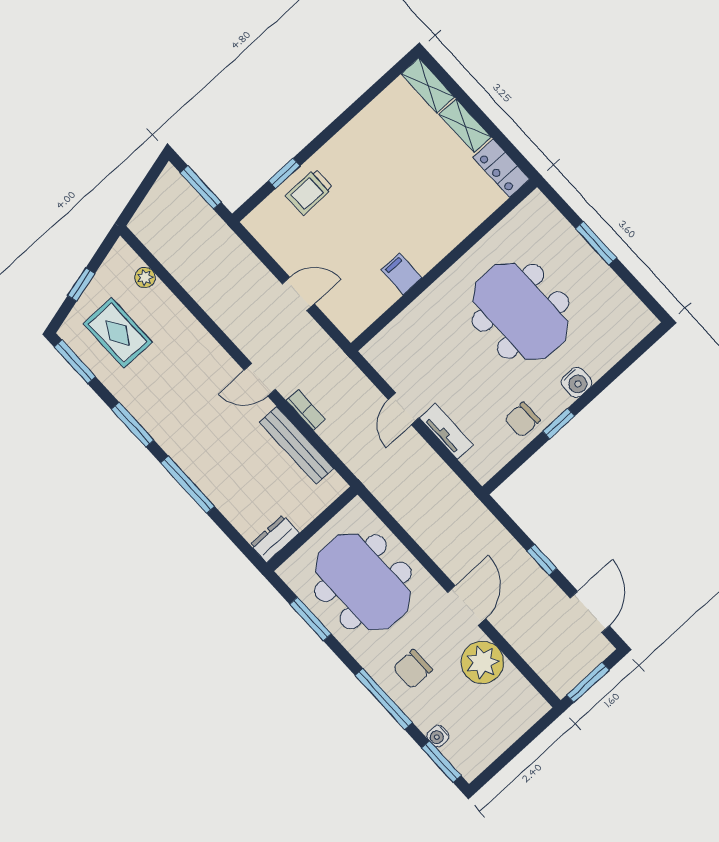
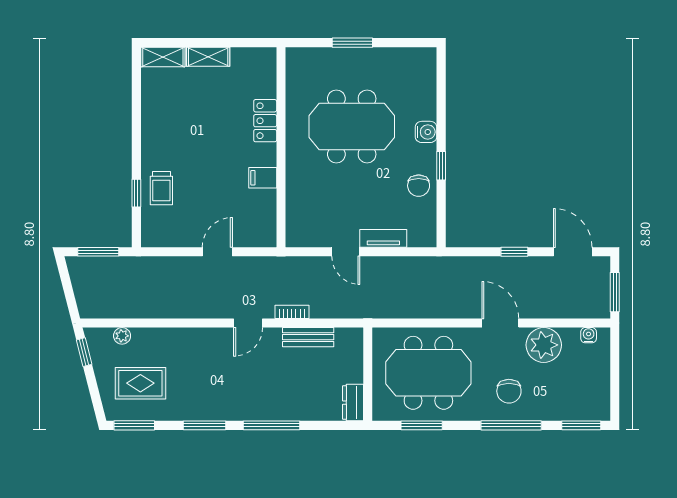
locker: (501, 168) -> (265, 121), moved, turned 90
window: (81, 285) -> (84, 352), moved
bench: (296, 445) -> (308, 337), width x0.73
water cooler: (438, 736) -> (589, 335), moved, turned 180

